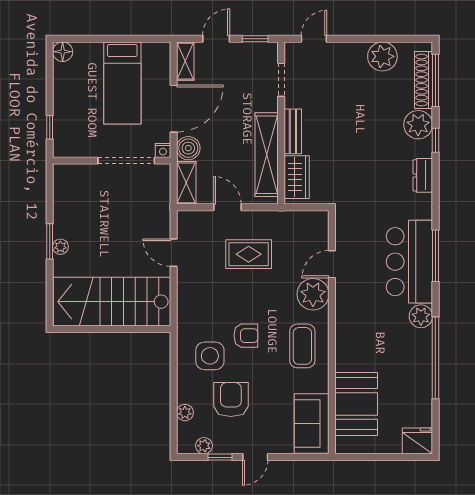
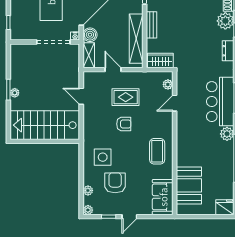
wardrobe: (297, 177) -> (160, 60), moved, turned -90
plant: (313, 294) -> (168, 84), moved, width x0.53, depth x0.53
armchair: (246, 336) -> (124, 124), moved
plant: (204, 446) -> (88, 210), moved

